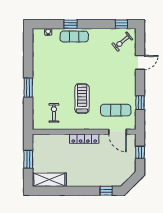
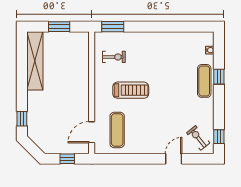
door: (140, 62) -> (174, 159), swing flipped
window: (28, 88) -> (113, 27), moved
window: (140, 103) -> (126, 159), removed
locker: (84, 139) -> (83, 93), removed
shelving: (49, 180) -> (35, 61), width x1.47

